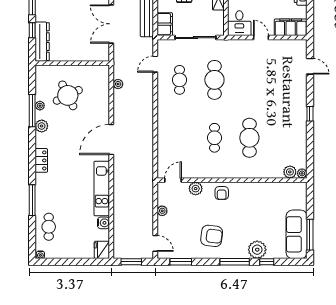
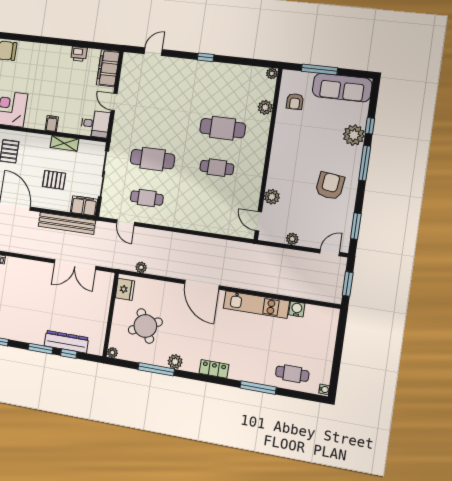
door: (261, 38) -> (114, 102), hinge flipped
dresser: (42, 42) -> (66, 342), moved
plant: (40, 106) -> (112, 353), moved
plant: (290, 172) -> (265, 107), moved
armchair: (222, 193) -> (295, 101), moved, turned 90
window: (310, 235) -> (319, 69), moved
fridge: (102, 250) -> (125, 289), moved, turned -90

